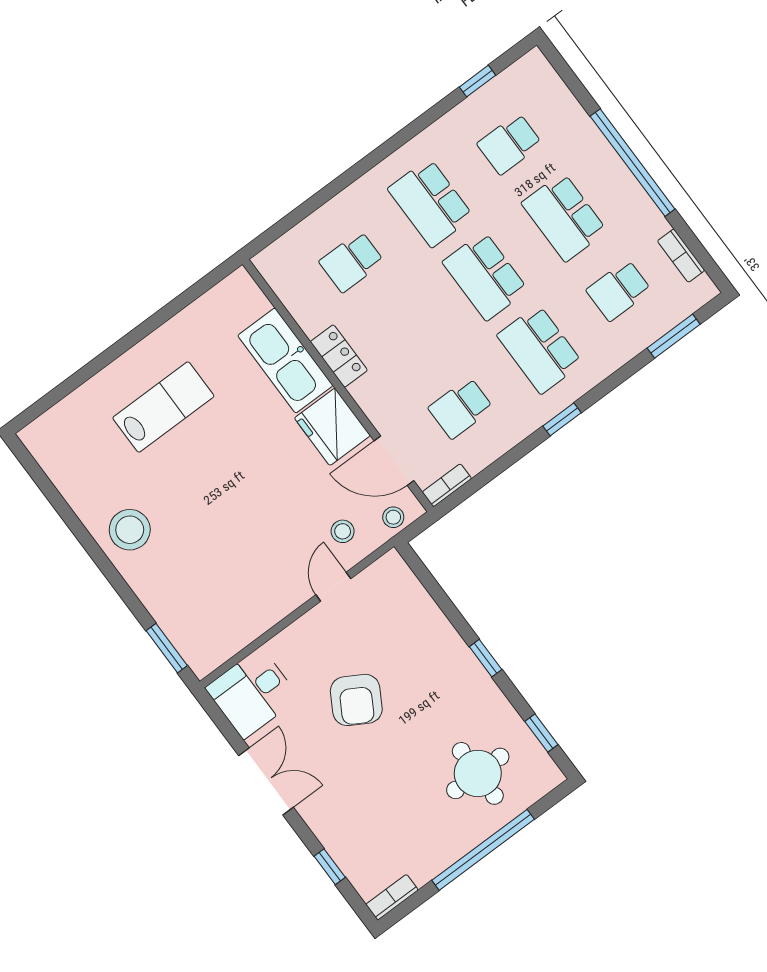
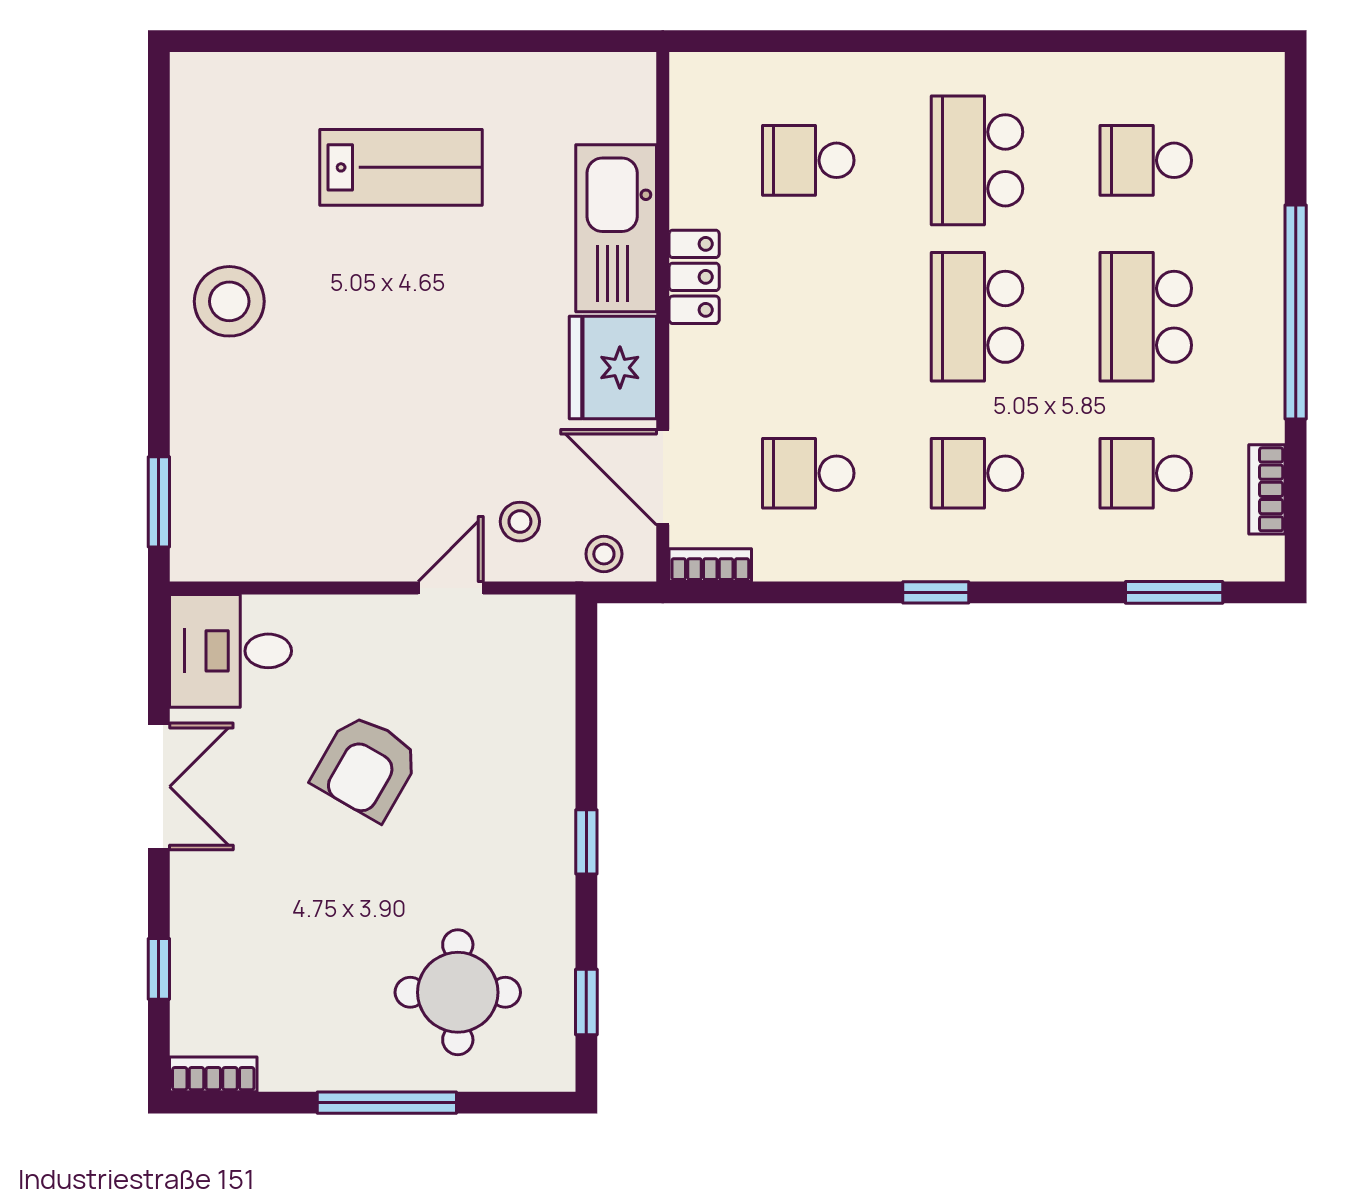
window: (477, 81) -> (1166, 41), removed
school desk: (540, 349) -> (977, 473), width x0.54
window: (483, 850) -> (387, 1103), width x0.68

